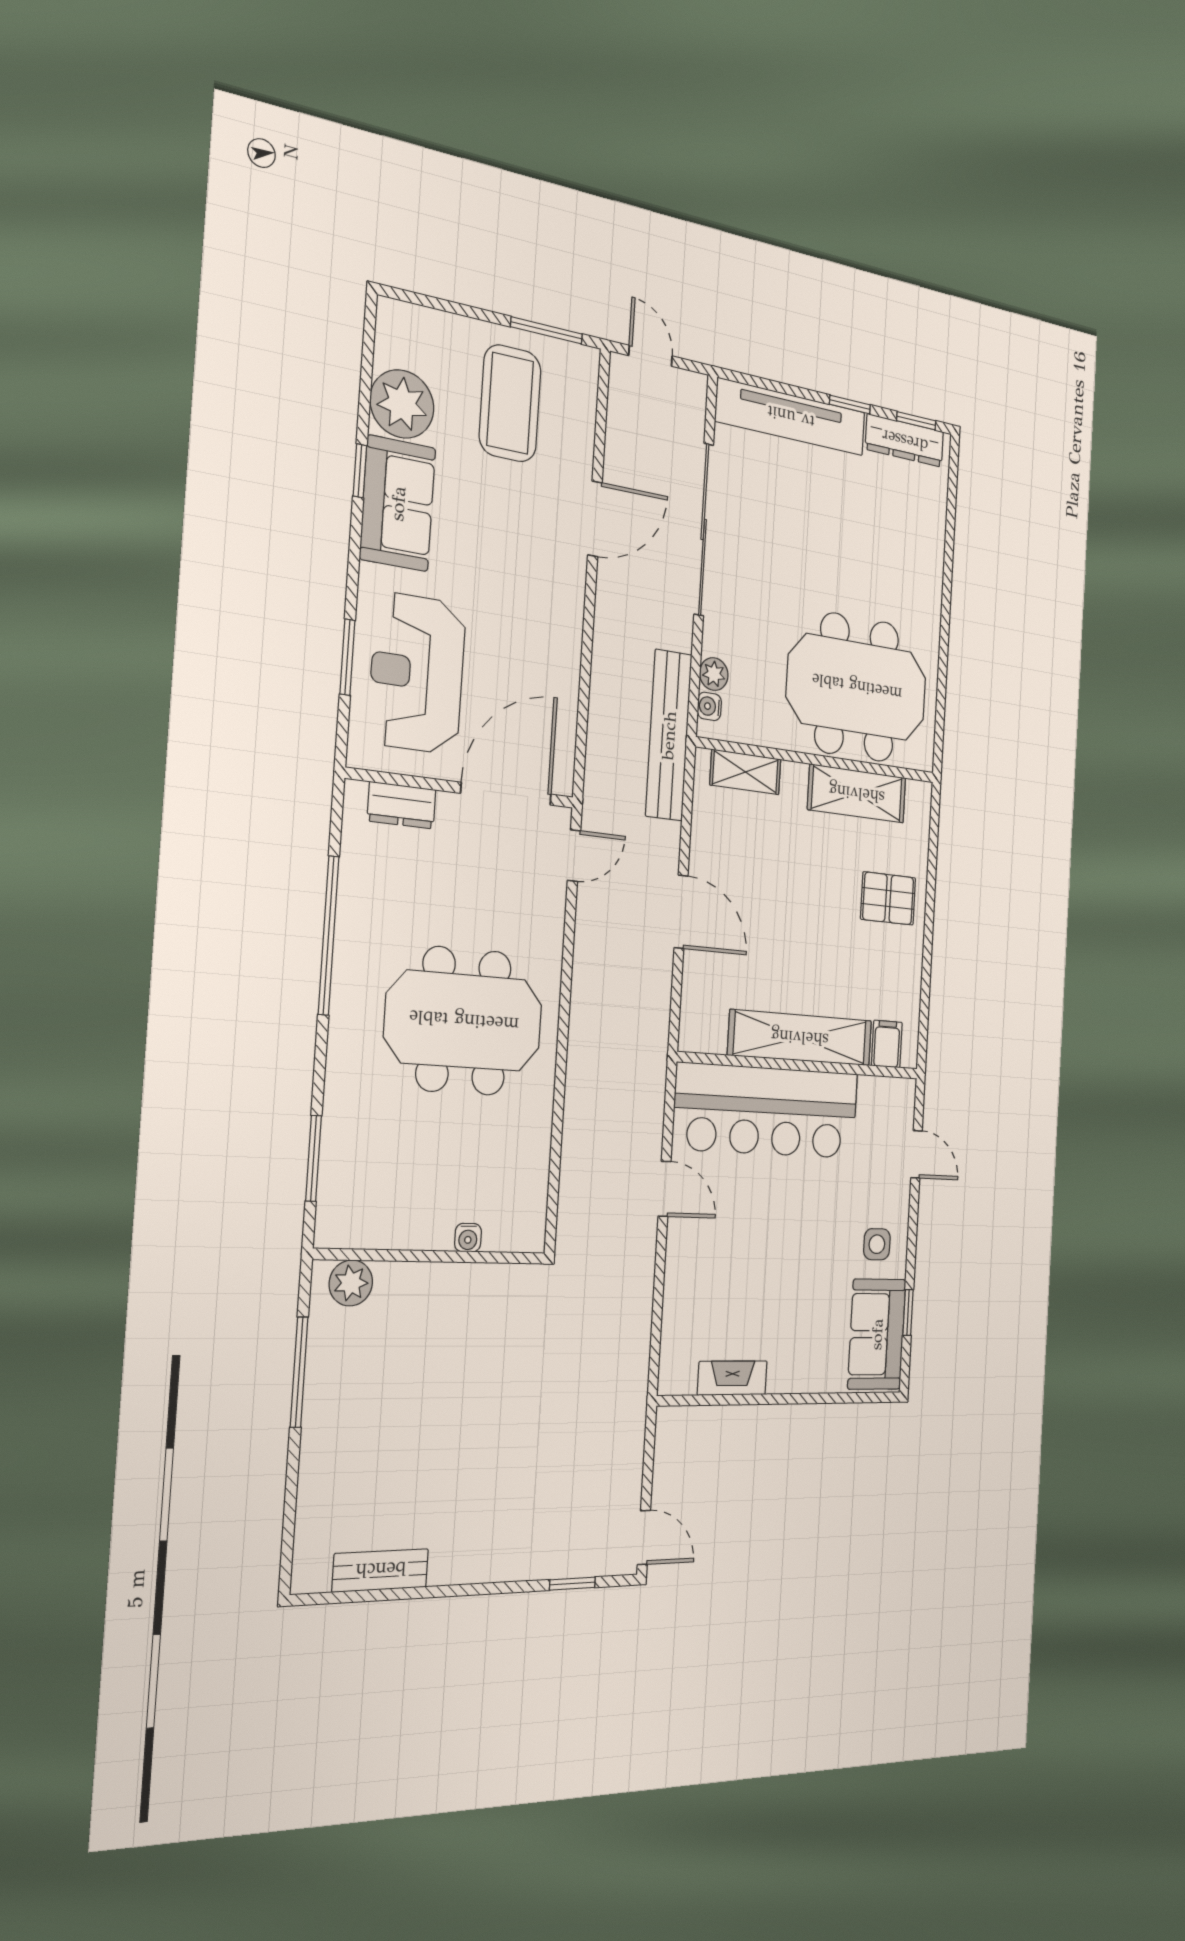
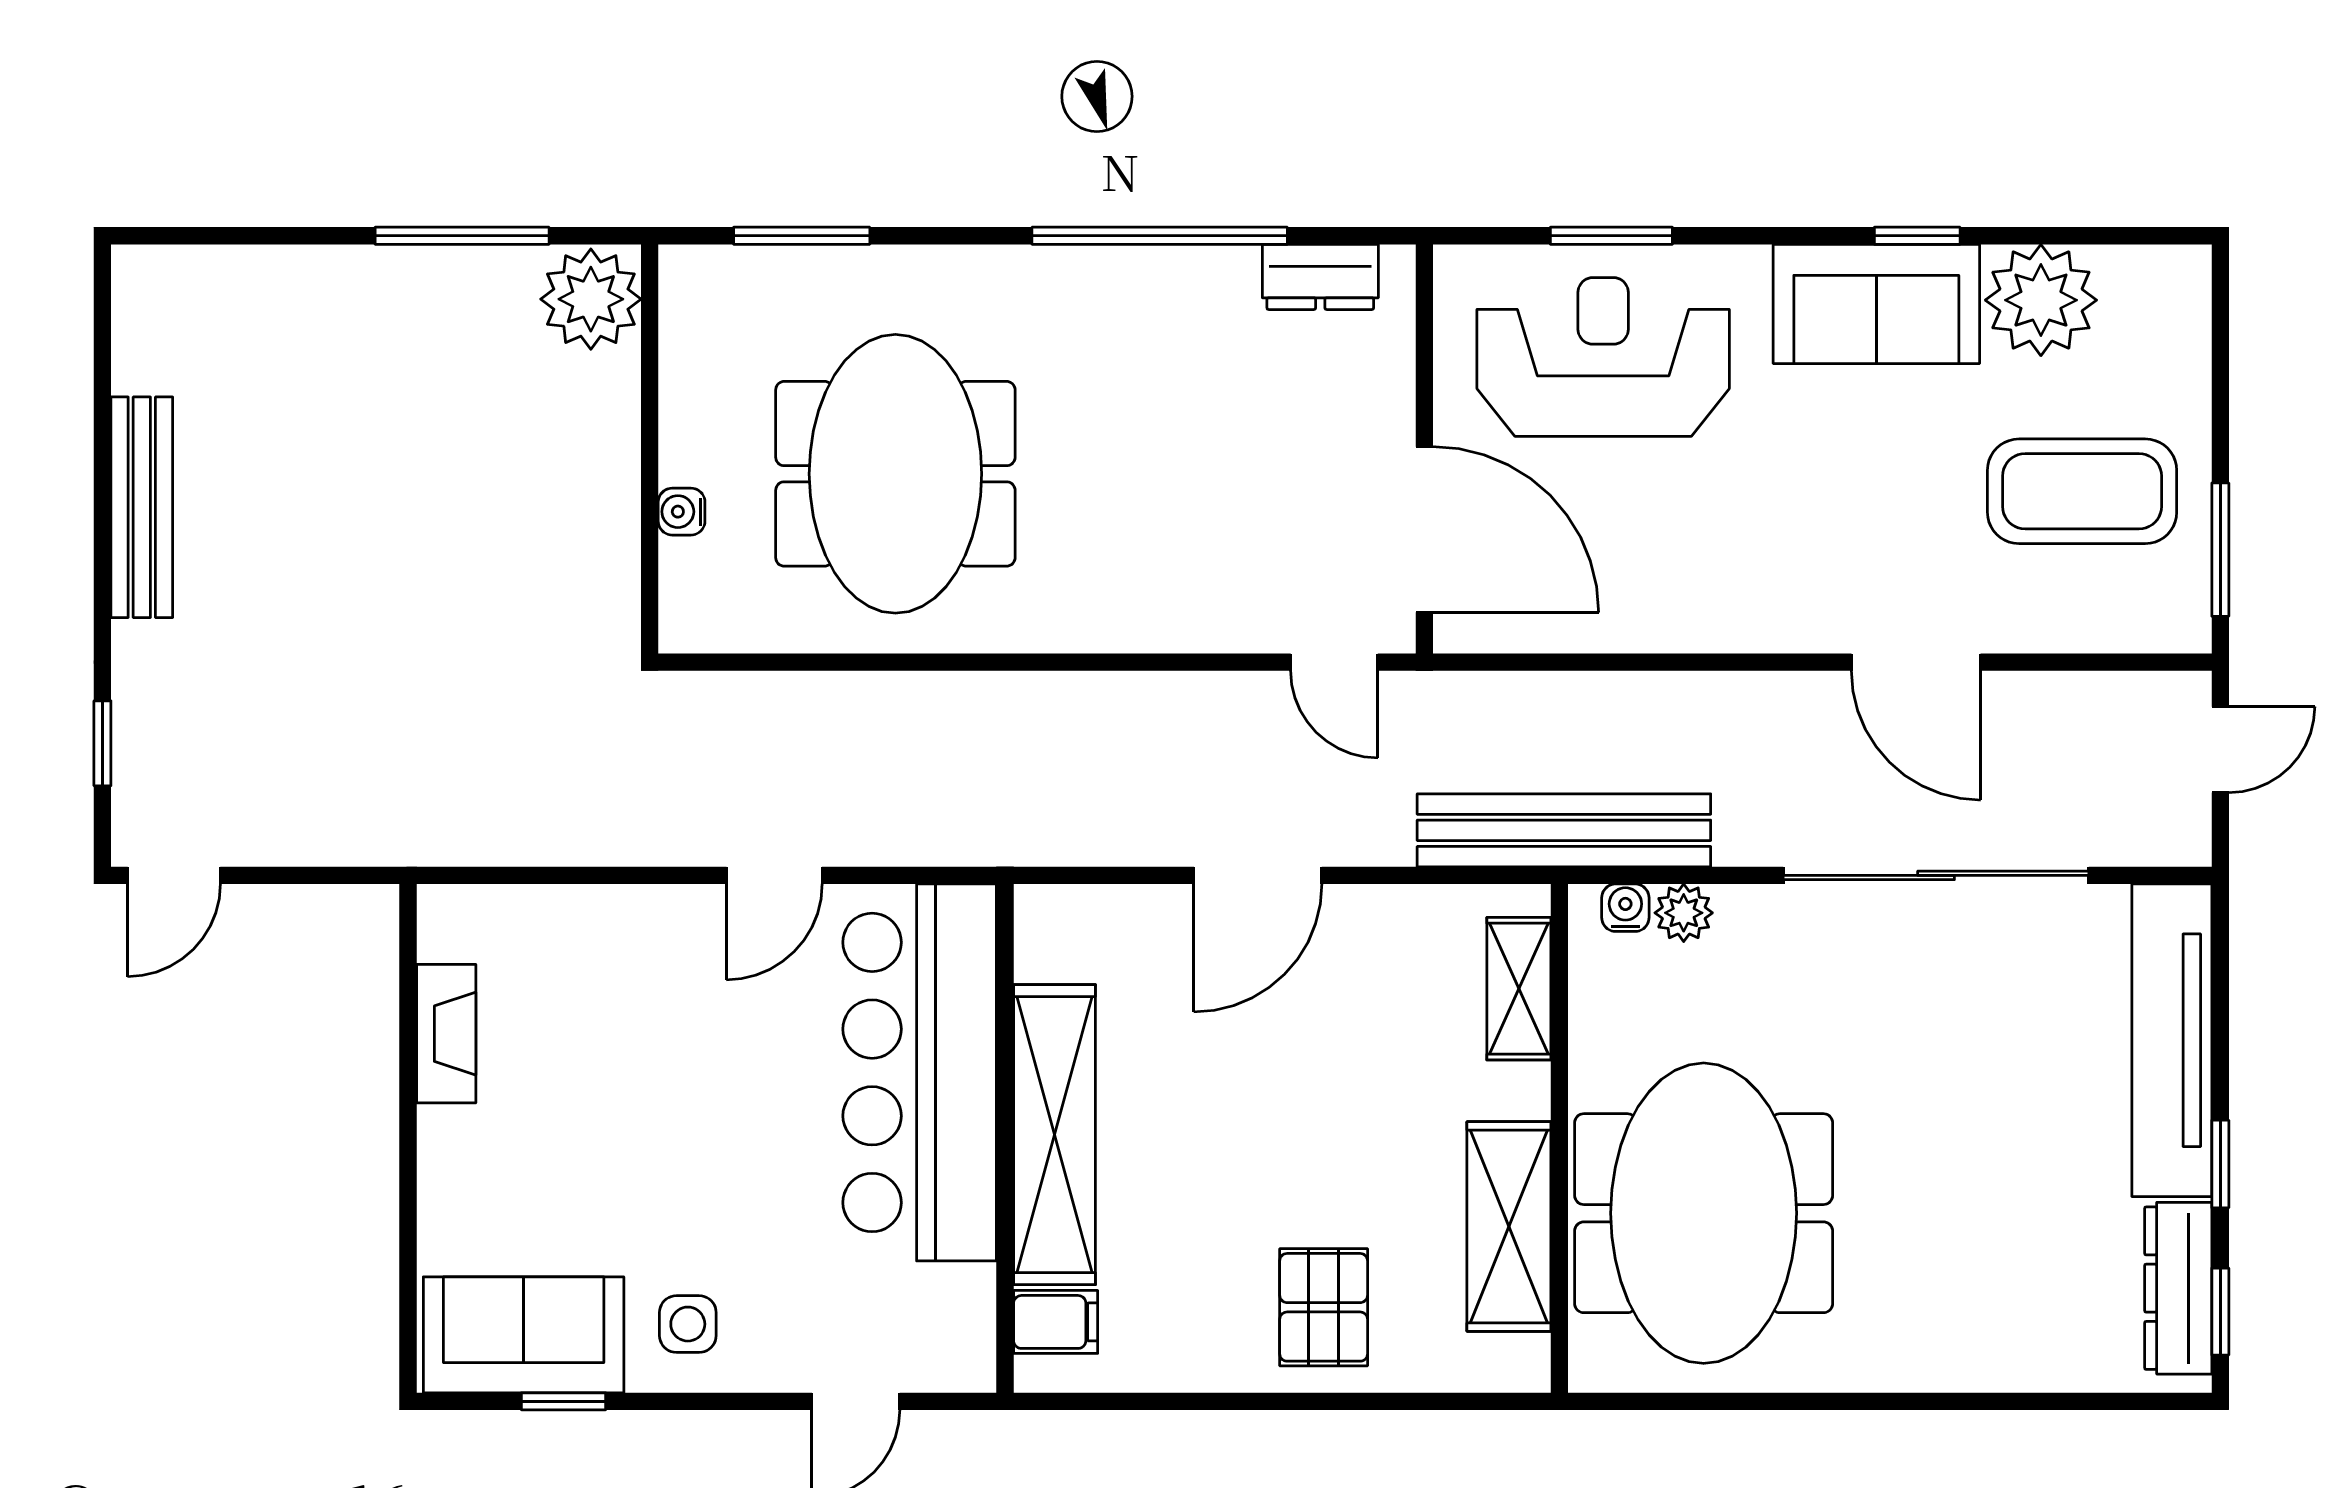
dresser: (402, 805) -> (1320, 277), moved, turned -90
meeting table: (464, 1021) -> (895, 474), moved
plant: (351, 1283) -> (591, 299), width x1.36, depth x1.36
bench: (380, 1570) -> (142, 507), moved, width x1.36

